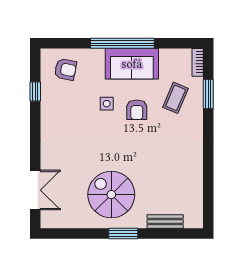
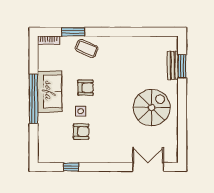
armchair: (65, 69) -> (81, 132), moved, turned 79
coffee table: (176, 98) -> (87, 48), moved
spiral stairs: (111, 195) -> (152, 108), turned 180
window: (123, 233) -> (182, 66), moved

